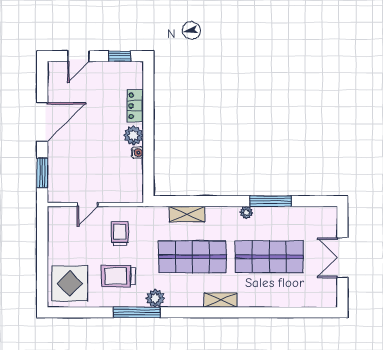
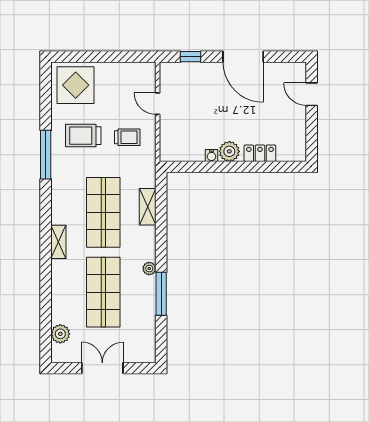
window: (120, 56) -> (312, 137), removed
window: (42, 173) -> (190, 57), width x0.67
trolley: (118, 276) -> (83, 136), turned -90
plant: (155, 298) -> (60, 334), moved

